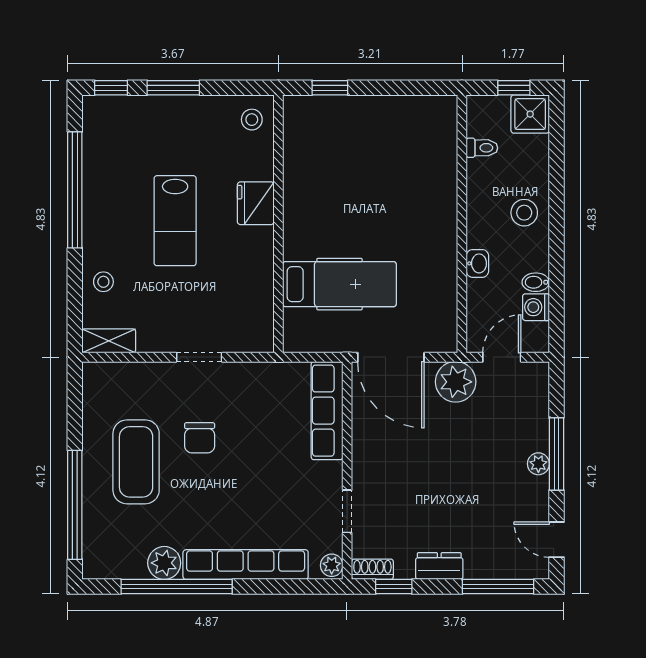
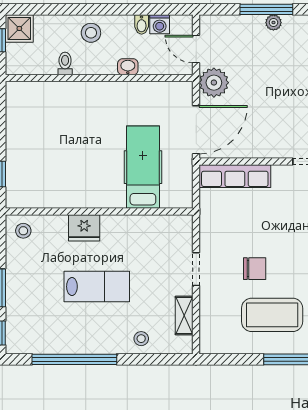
toilet: (482, 148) -> (65, 63), moved
shelving: (109, 341) -> (184, 315), moved

